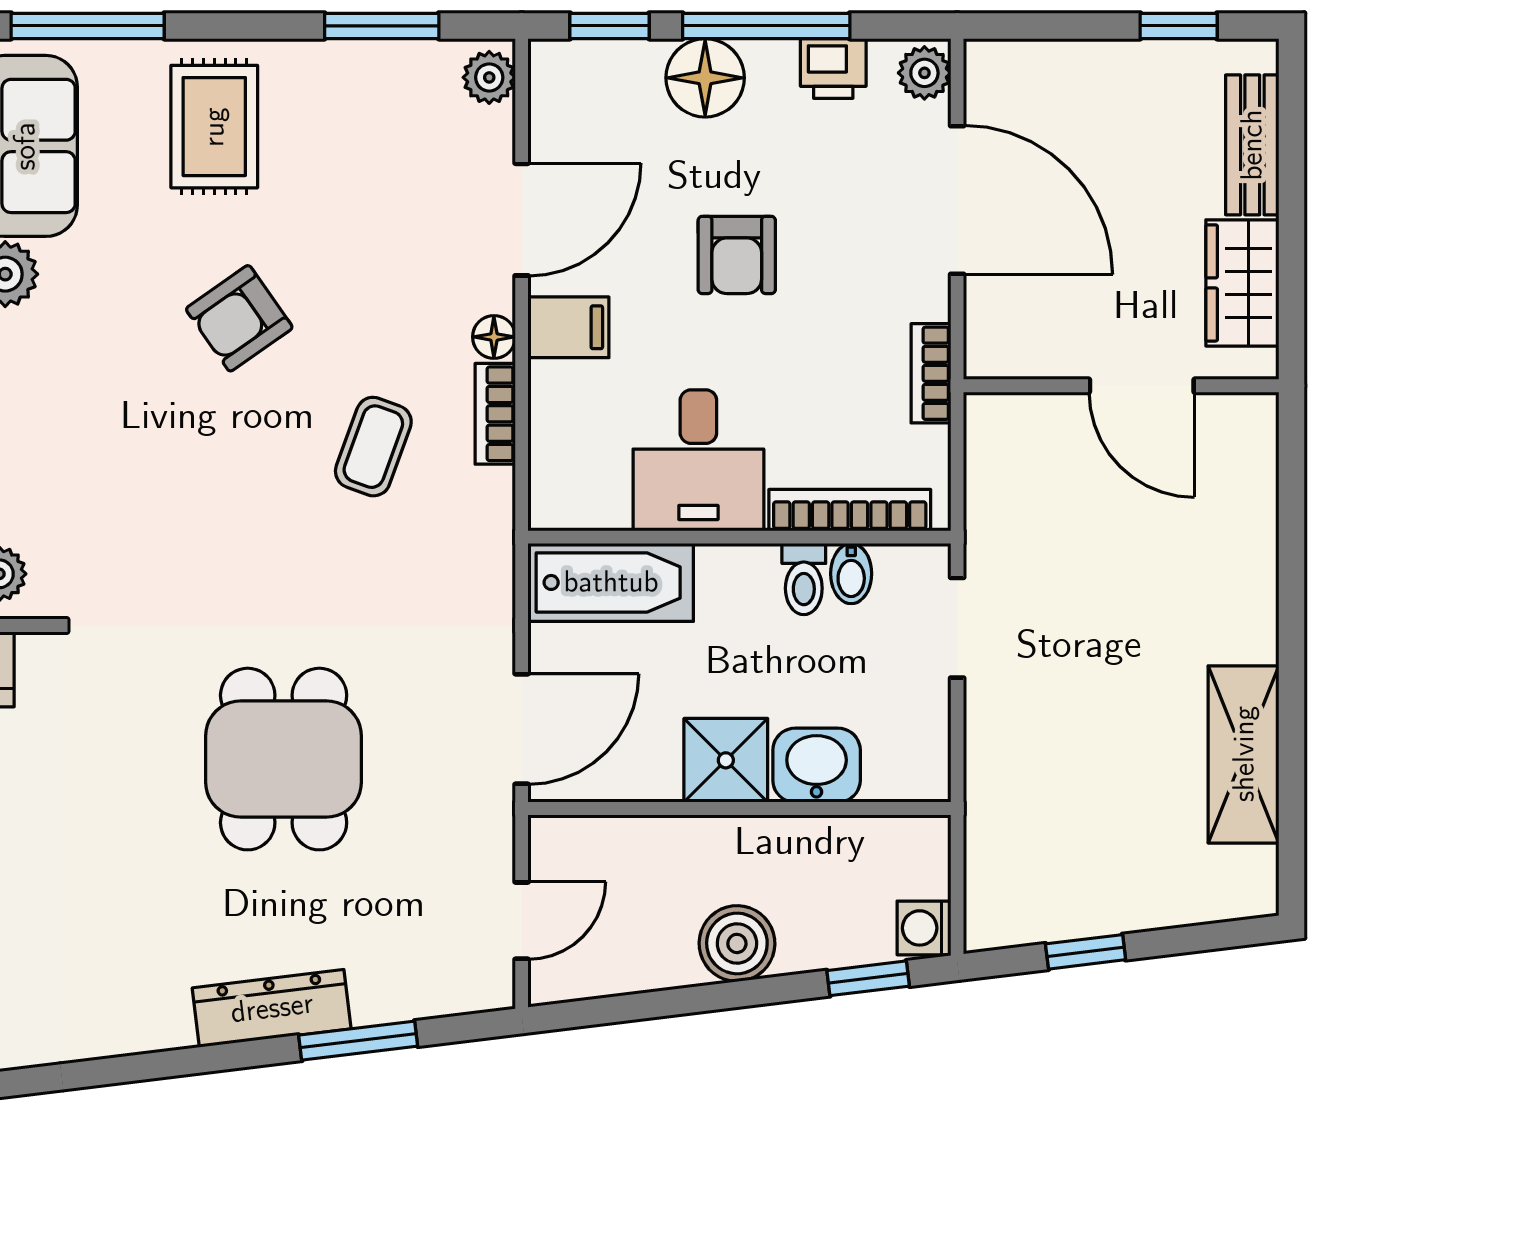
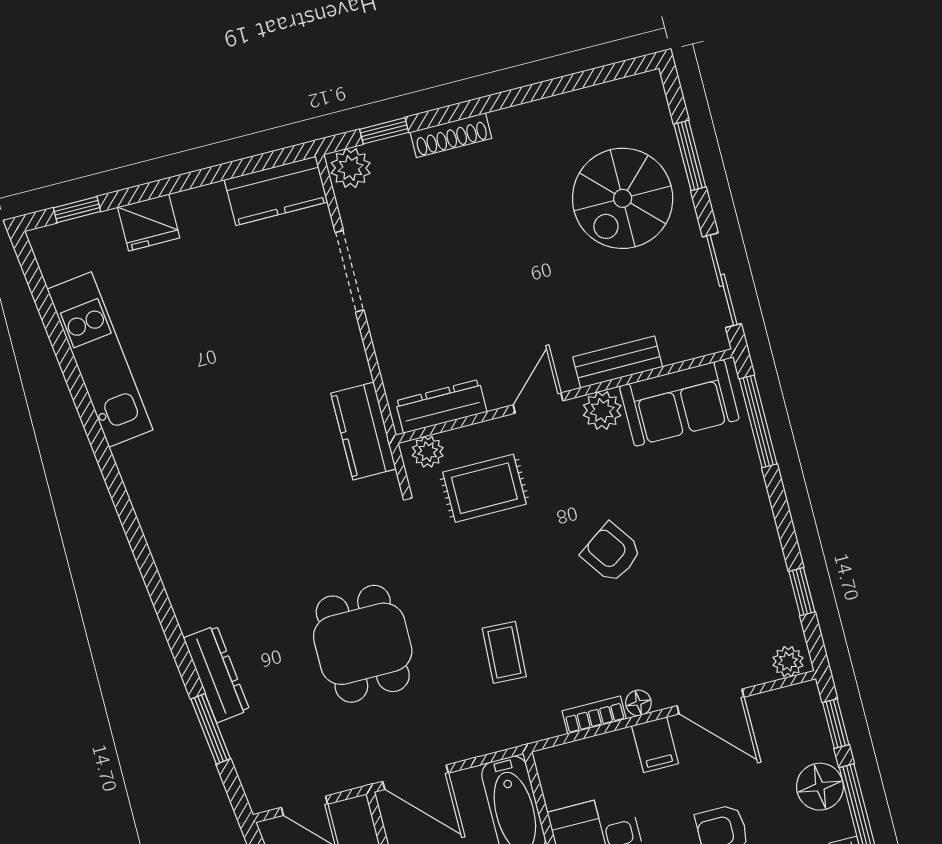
window: (382, 26) -> (802, 592), width x0.67
rug: (214, 127) -> (484, 488), moved
coffee table: (373, 447) -> (504, 652), moved, turned 73
dining table: (284, 759) -> (363, 644), turned 90

